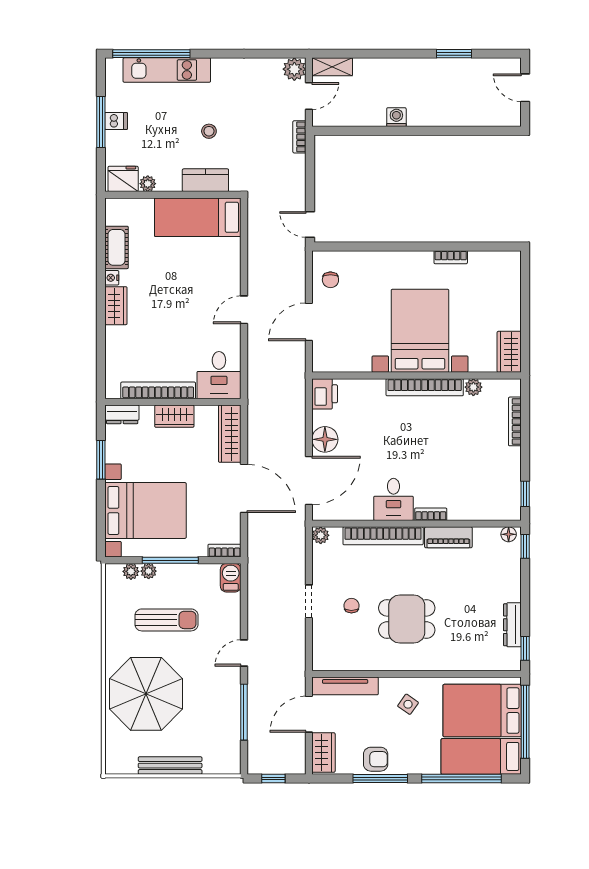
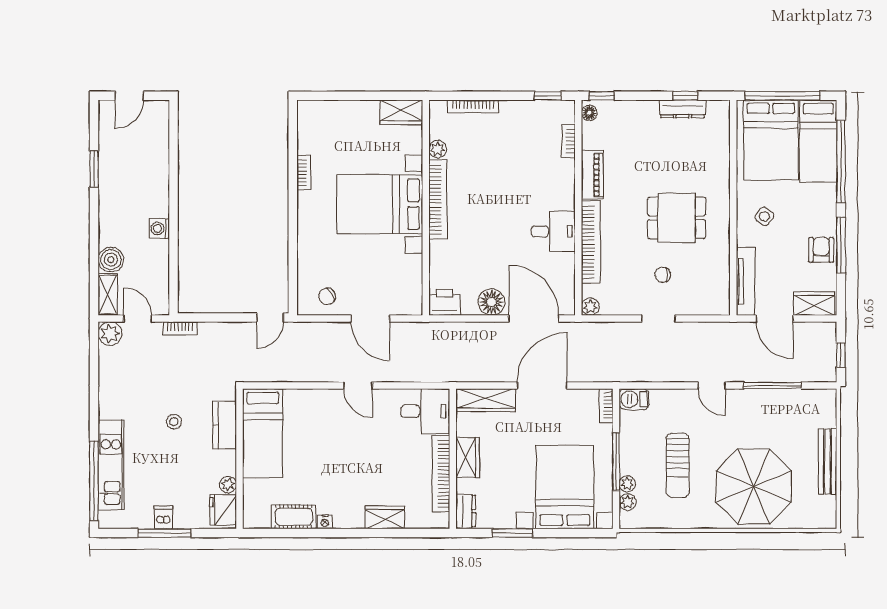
boiler: (366, 70) -> (111, 260), added
chair: (330, 280) -> (327, 296), turned 151
wardrobe: (116, 306) -> (385, 517), moved
bookcase: (431, 514) -> (569, 141), moved
dining table: (407, 619) -> (677, 218), turned 90
sun lounger: (166, 620) -> (678, 465), turned 180
window: (525, 648) -> (685, 96), moved

